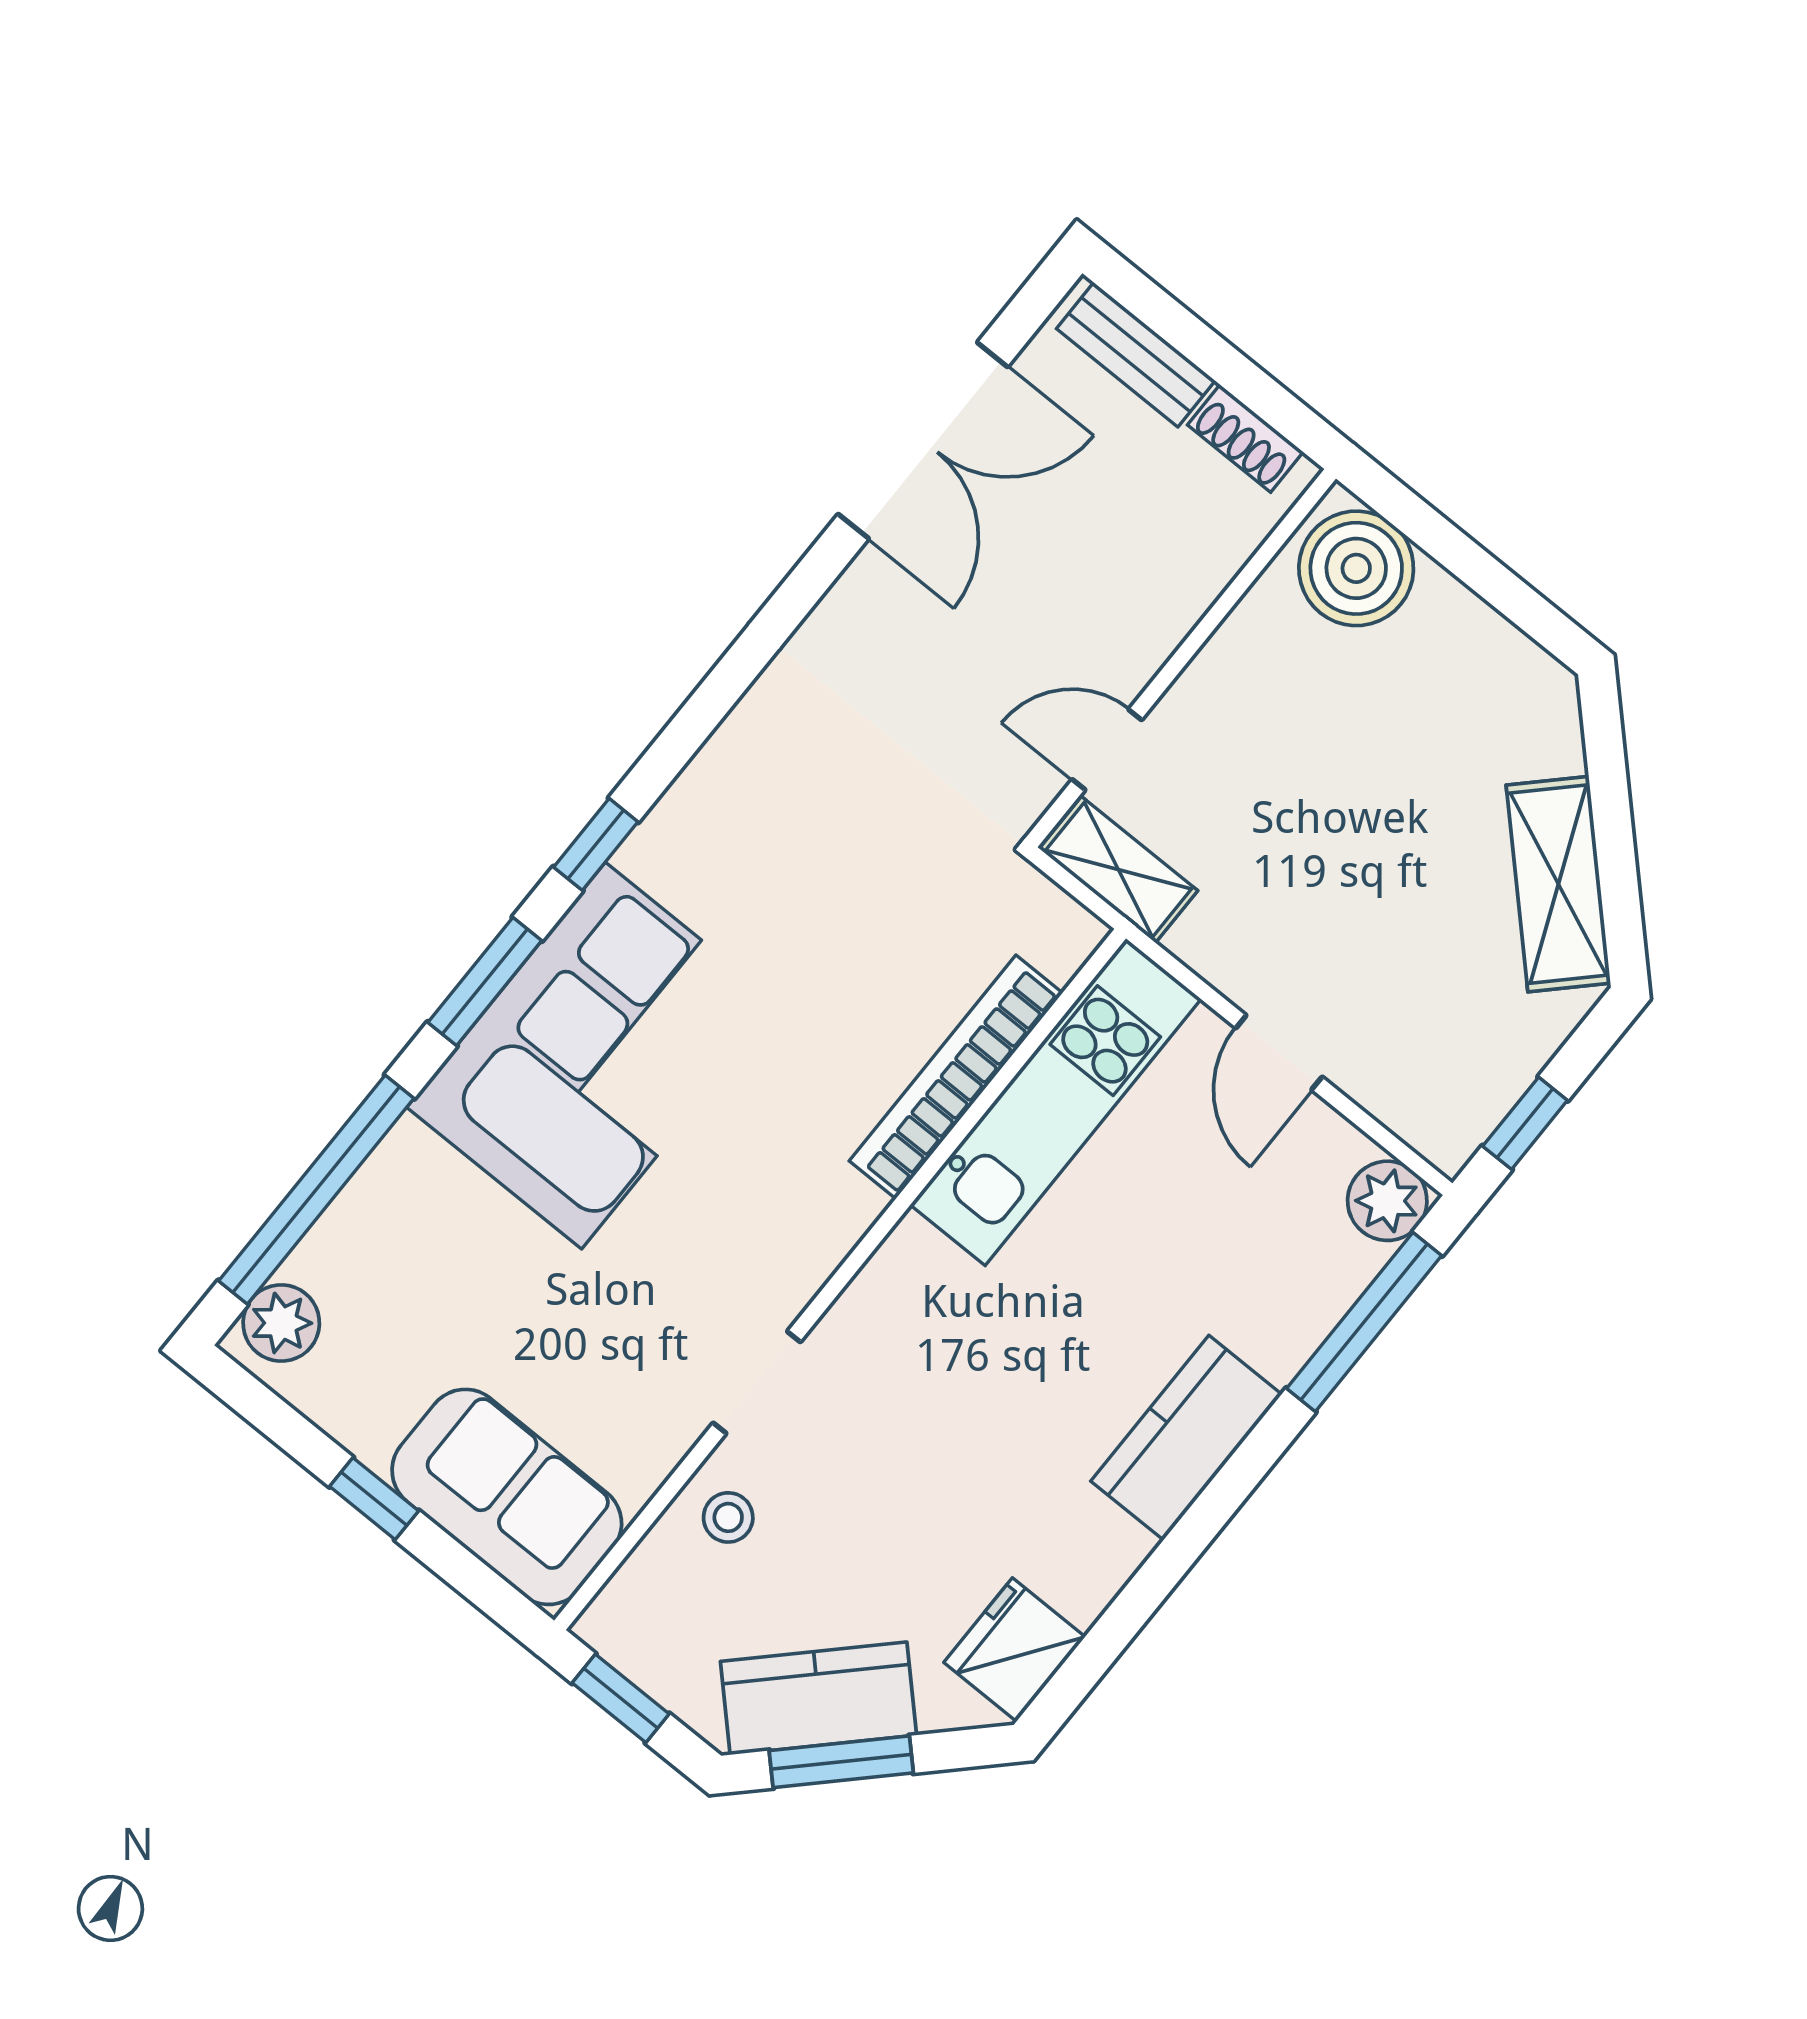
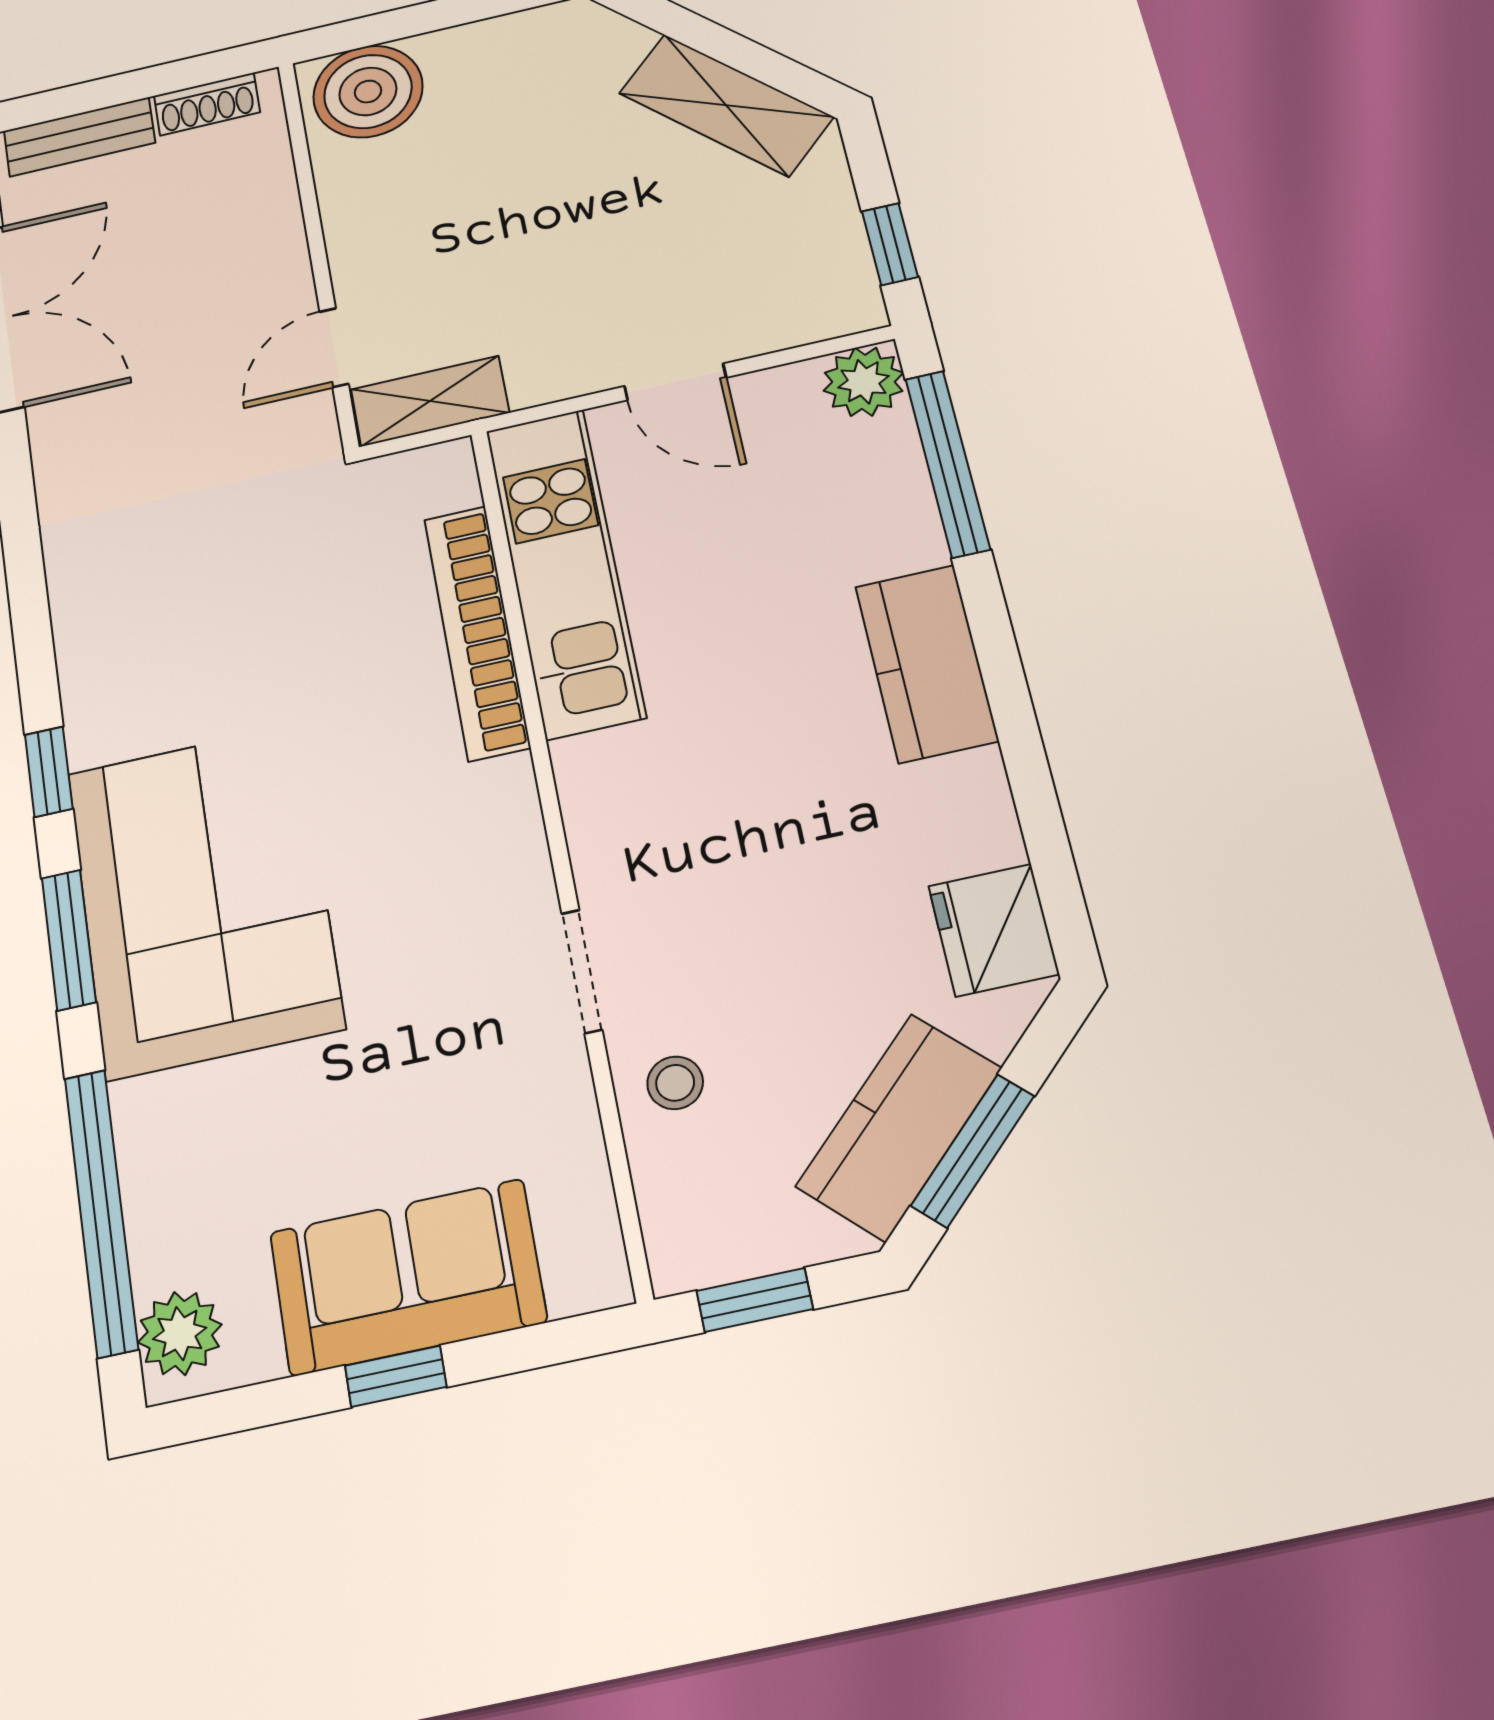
sofa: (507, 1497) -> (408, 1277), moved

